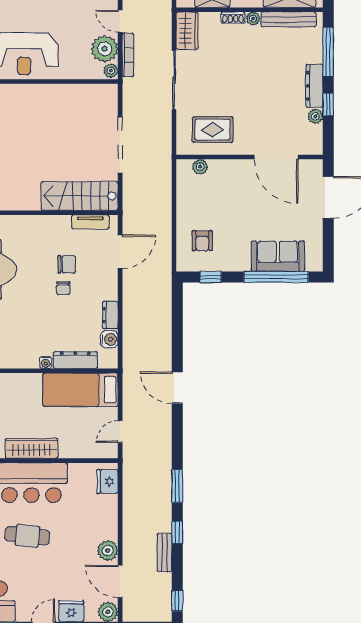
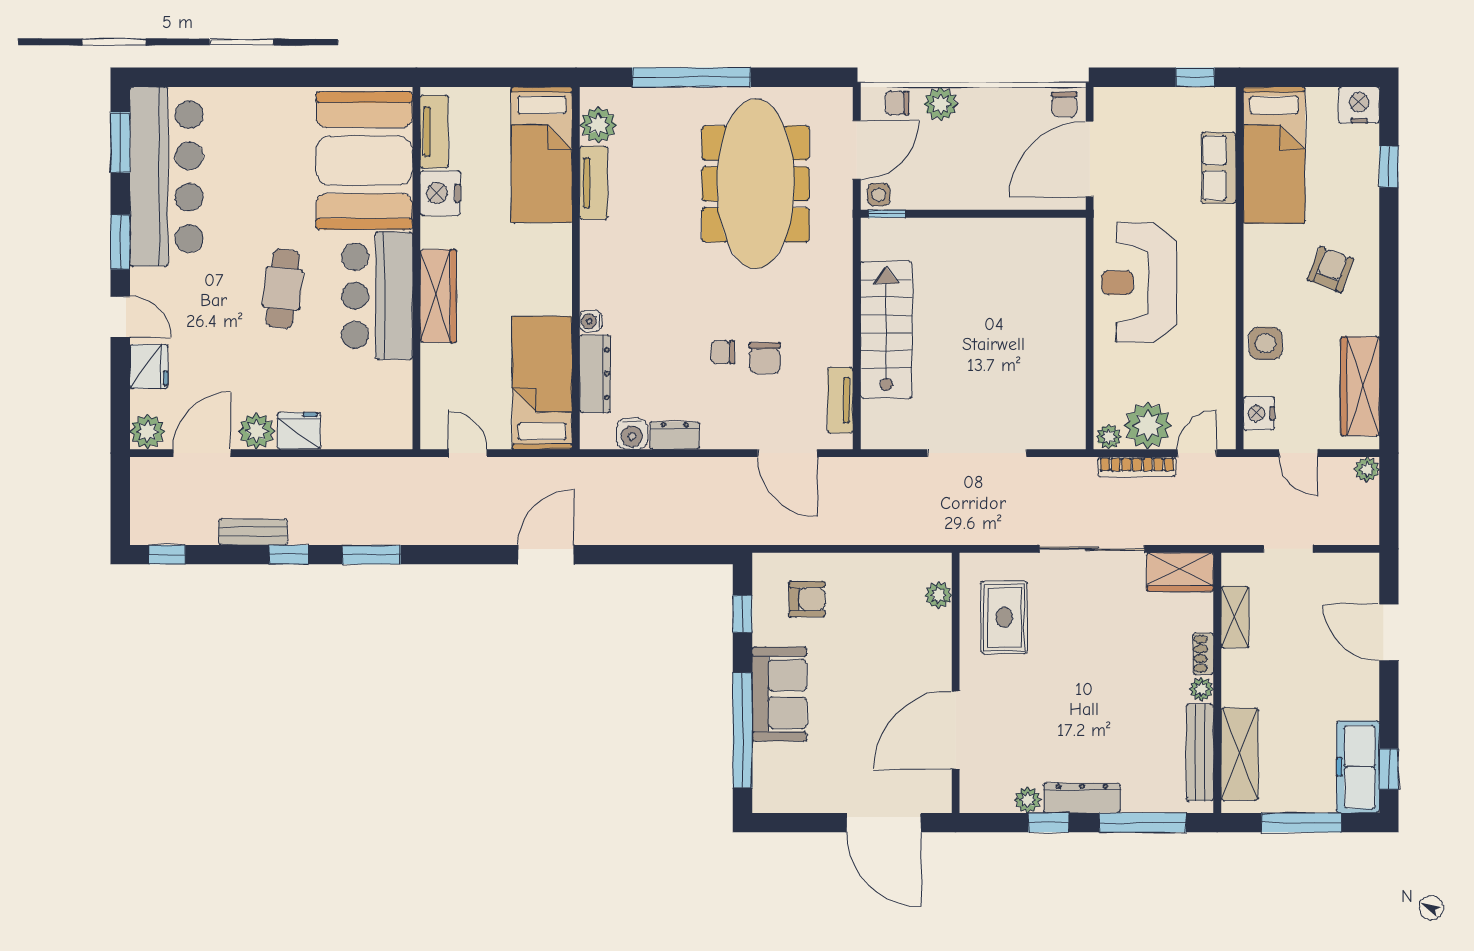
stairs: (80, 196) -> (886, 330), moved
armchair: (202, 241) -> (807, 599), turned 180
sofa: (278, 256) -> (779, 694), moved
fridge: (108, 481) -> (299, 431), moved

